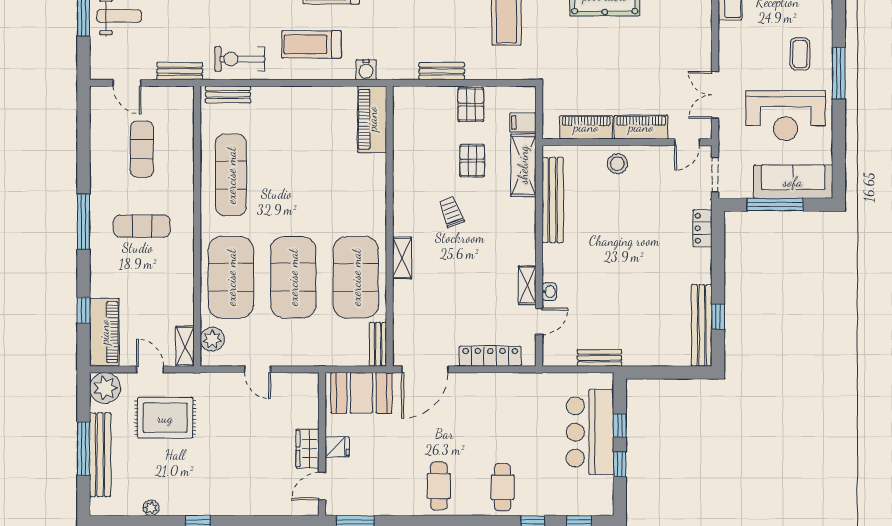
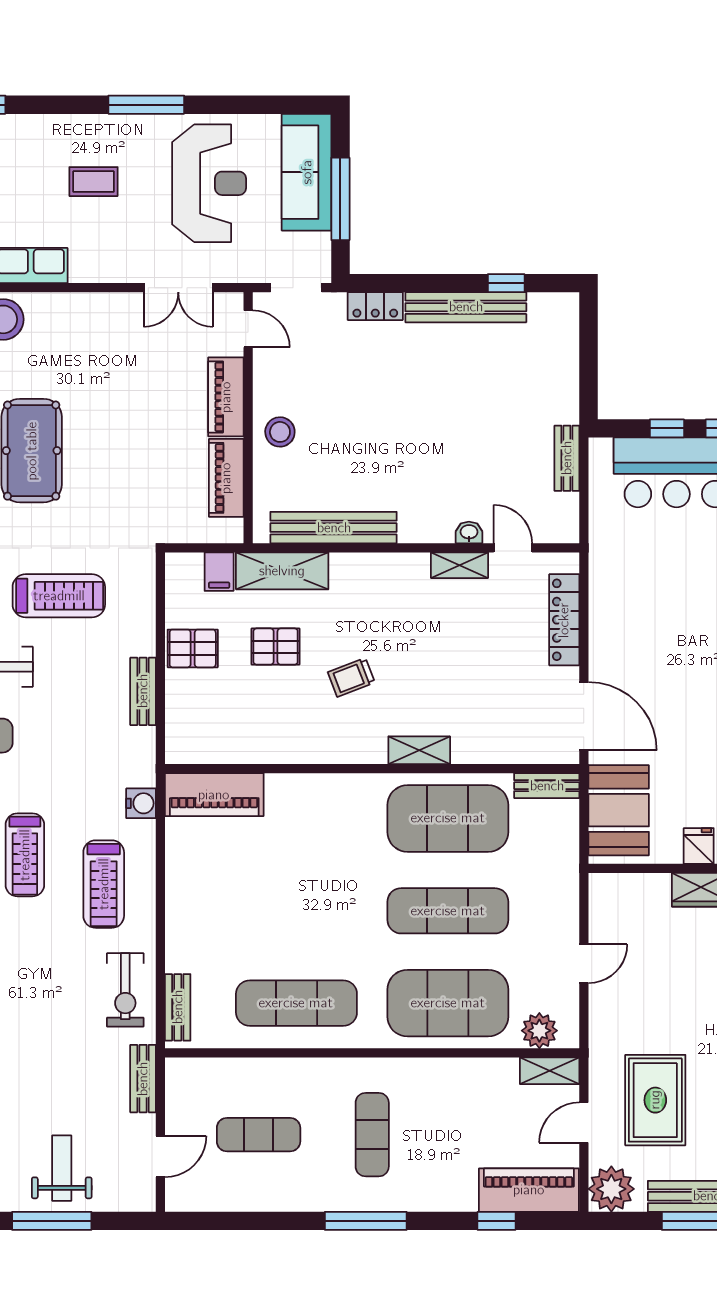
coffee table: (800, 54) -> (94, 182), moved
exercise mat: (293, 277) -> (448, 911), width x0.68
bench: (702, 325) -> (466, 307), moved

